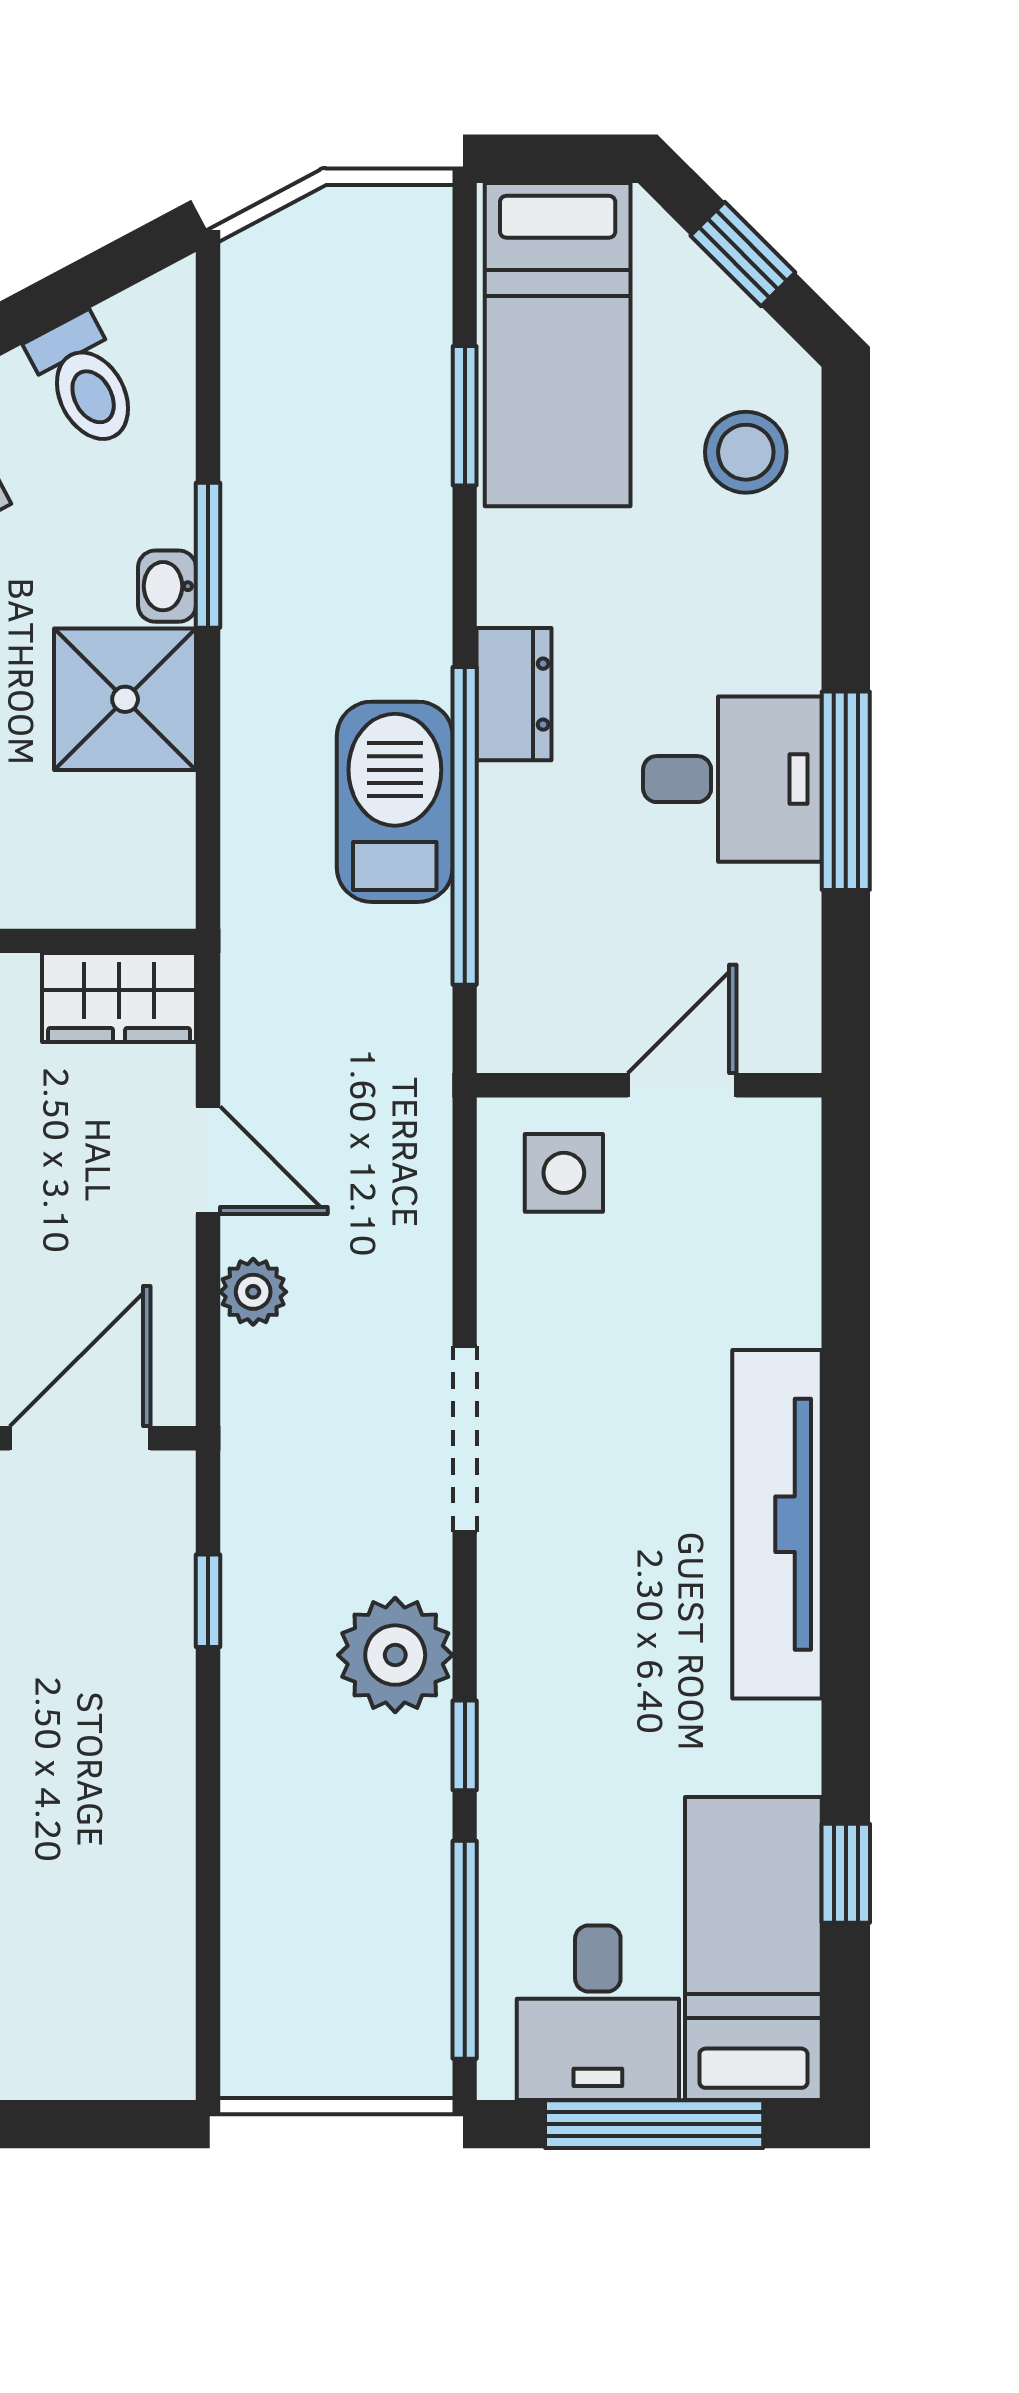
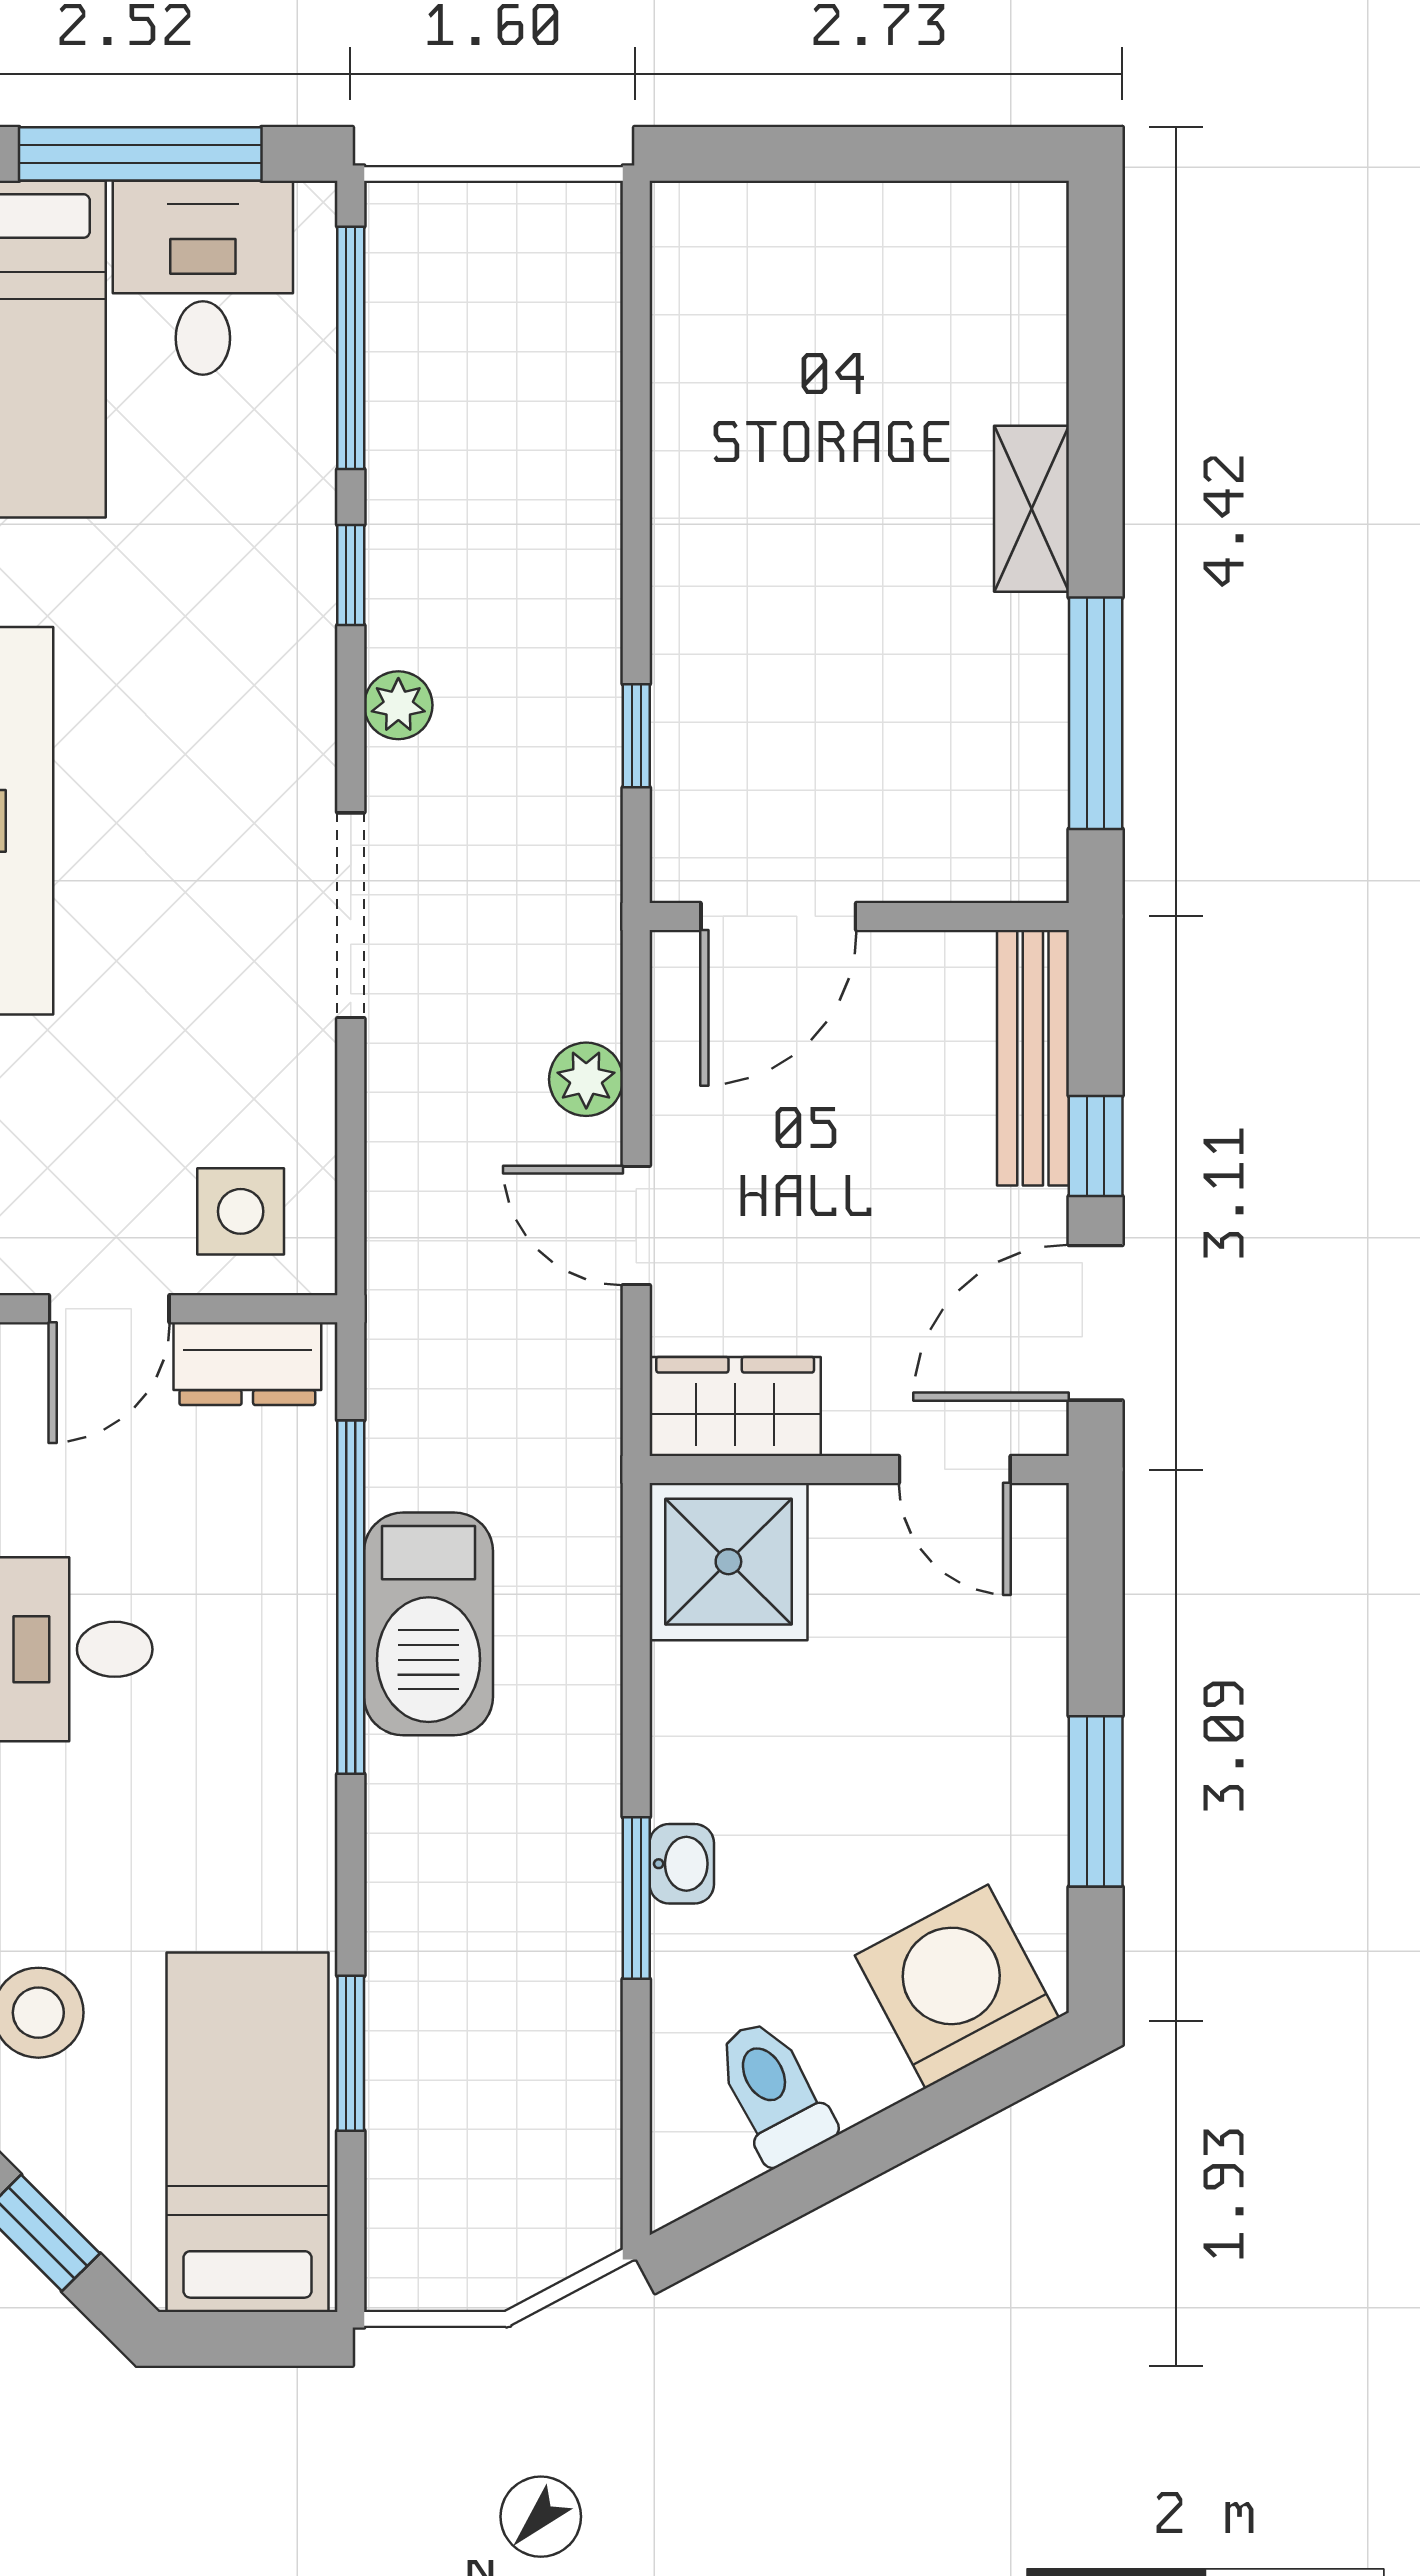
dresser: (514, 694) -> (247, 1364), moved, turned -90
shower: (125, 699) -> (728, 1562), moved
plant: (395, 1655) -> (398, 705), width x0.53, depth x0.53

